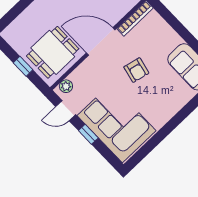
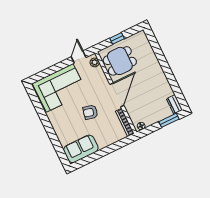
dining table: (53, 52) -> (120, 61), turned 90
window: (88, 134) -> (58, 67), removed

